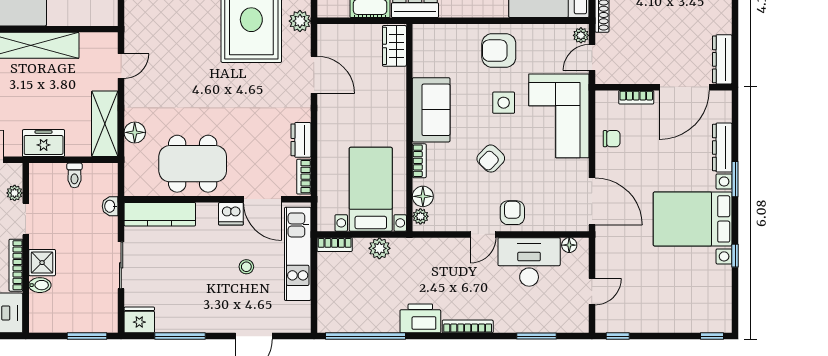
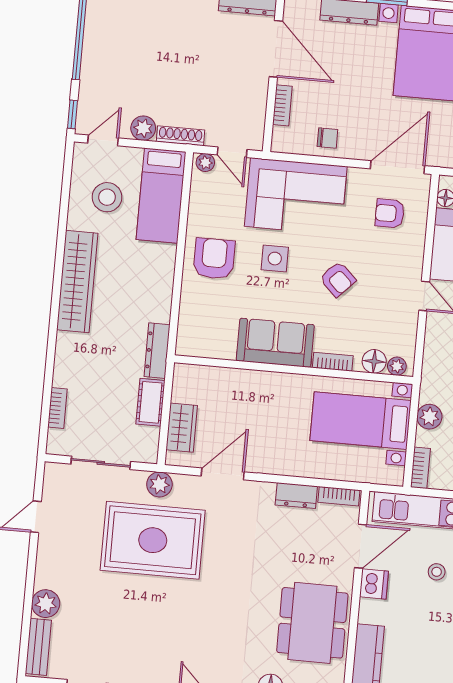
wardrobe: (394, 46) -> (182, 428), moved, turned -90
armchair: (499, 51) -> (214, 259), turned 180
chair: (612, 139) -> (327, 138), turned 90
armchair: (512, 213) -> (390, 213), moved

